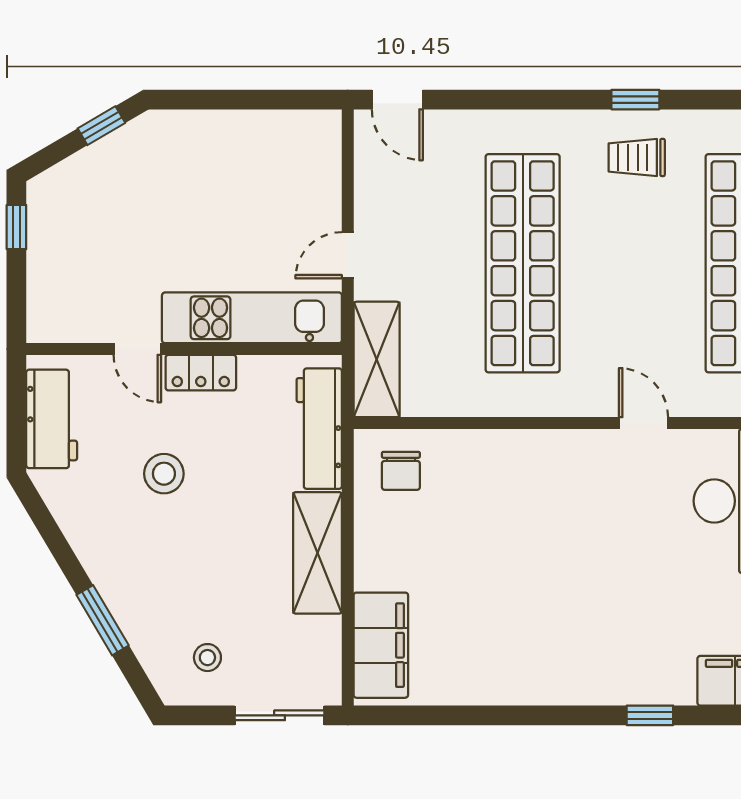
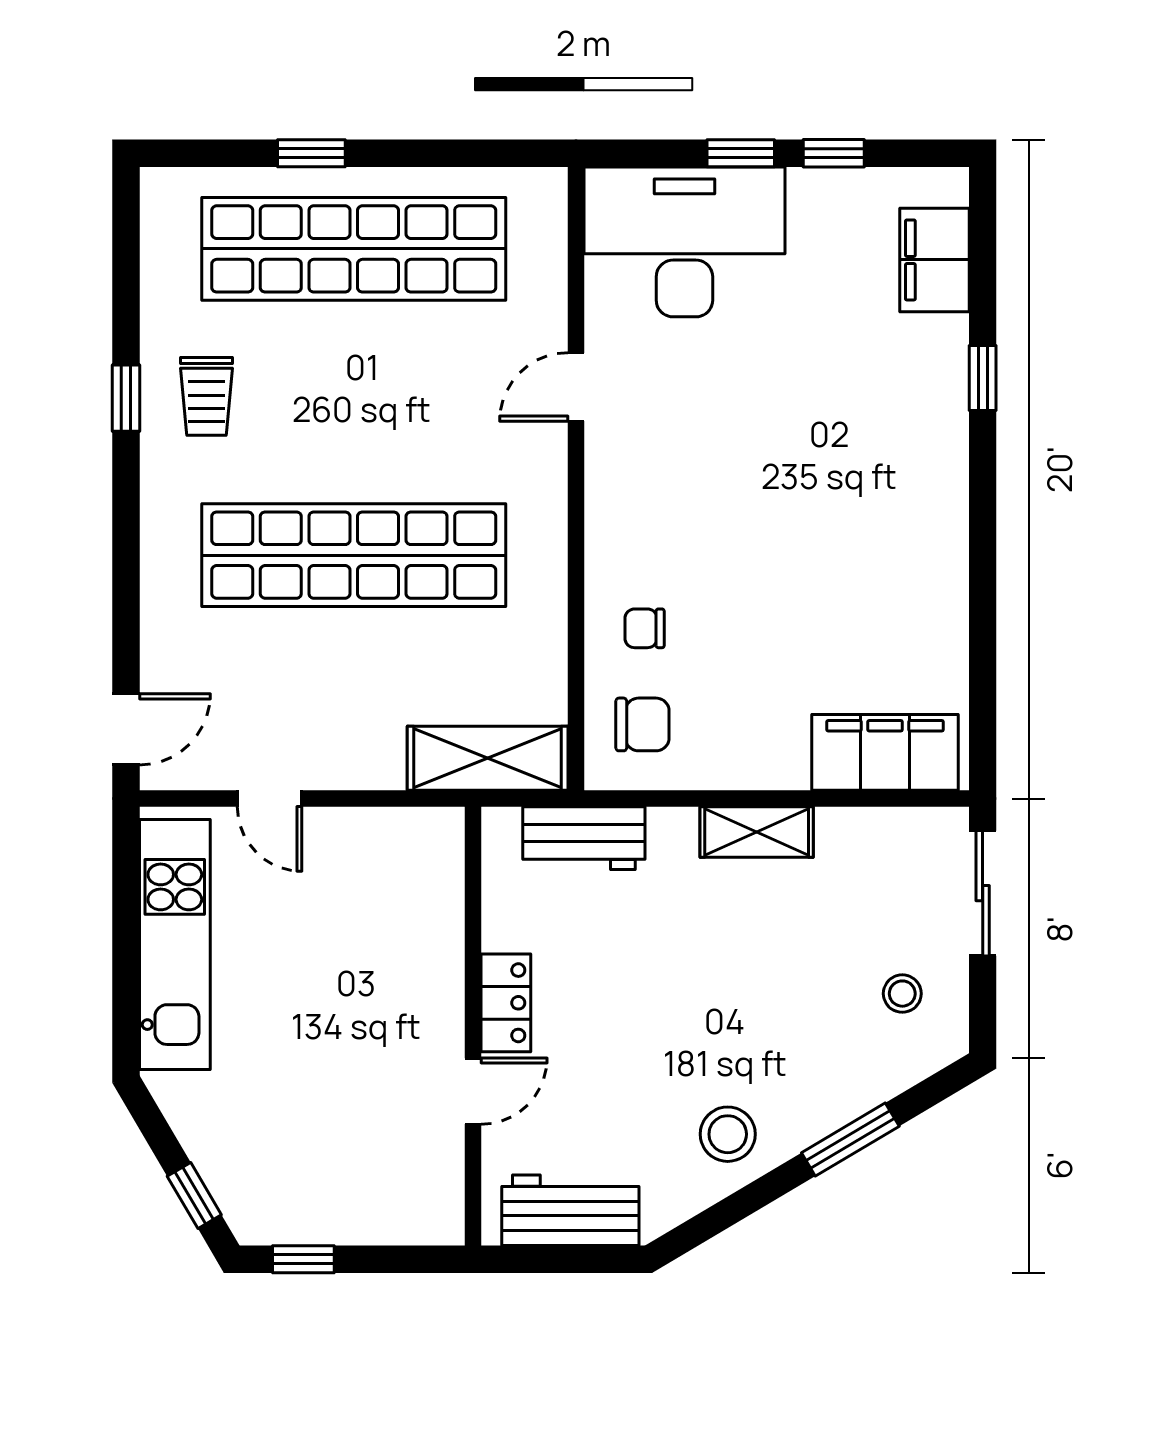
window: (101, 126) -> (194, 1196), moved
door: (348, 255) -> (269, 798), moved
kitchen unit: (252, 318) -> (175, 945), moved, turned 180
workbench: (319, 429) -> (584, 838), width x0.73
chair: (470, 472) -> (645, 628), added
stool: (164, 474) -> (728, 1134), moved
shelving: (318, 553) -> (757, 832), width x0.67, depth x0.75

